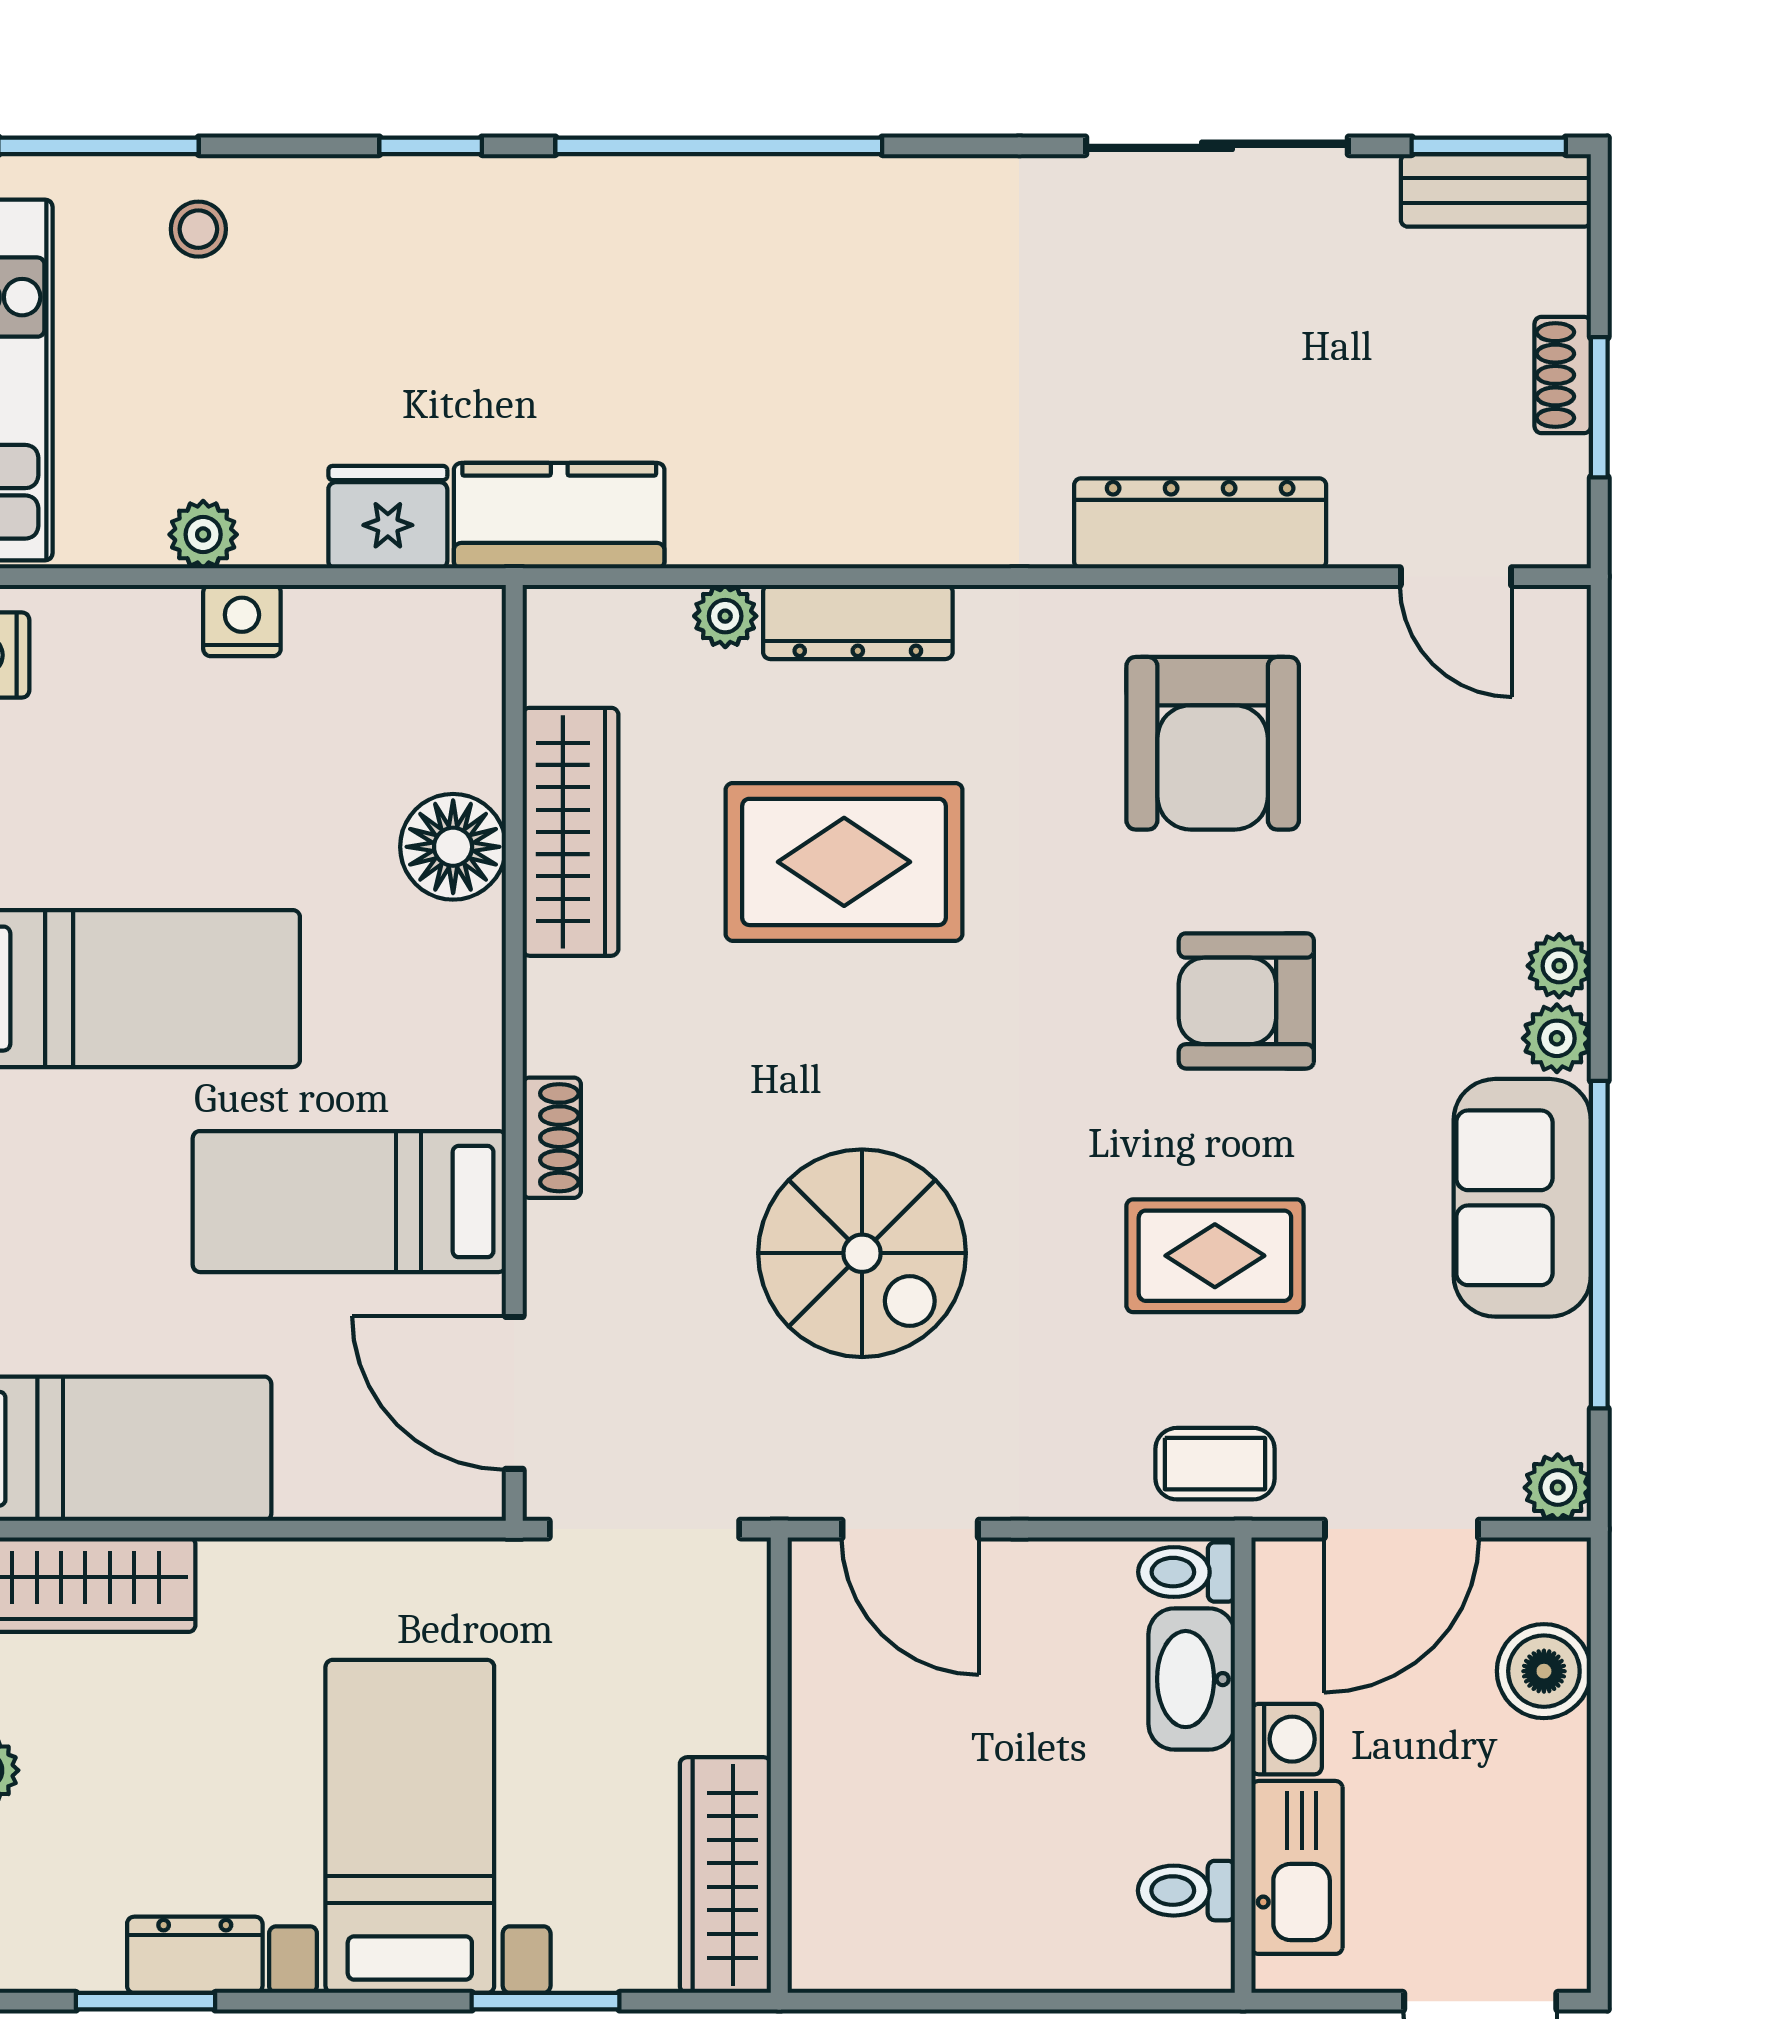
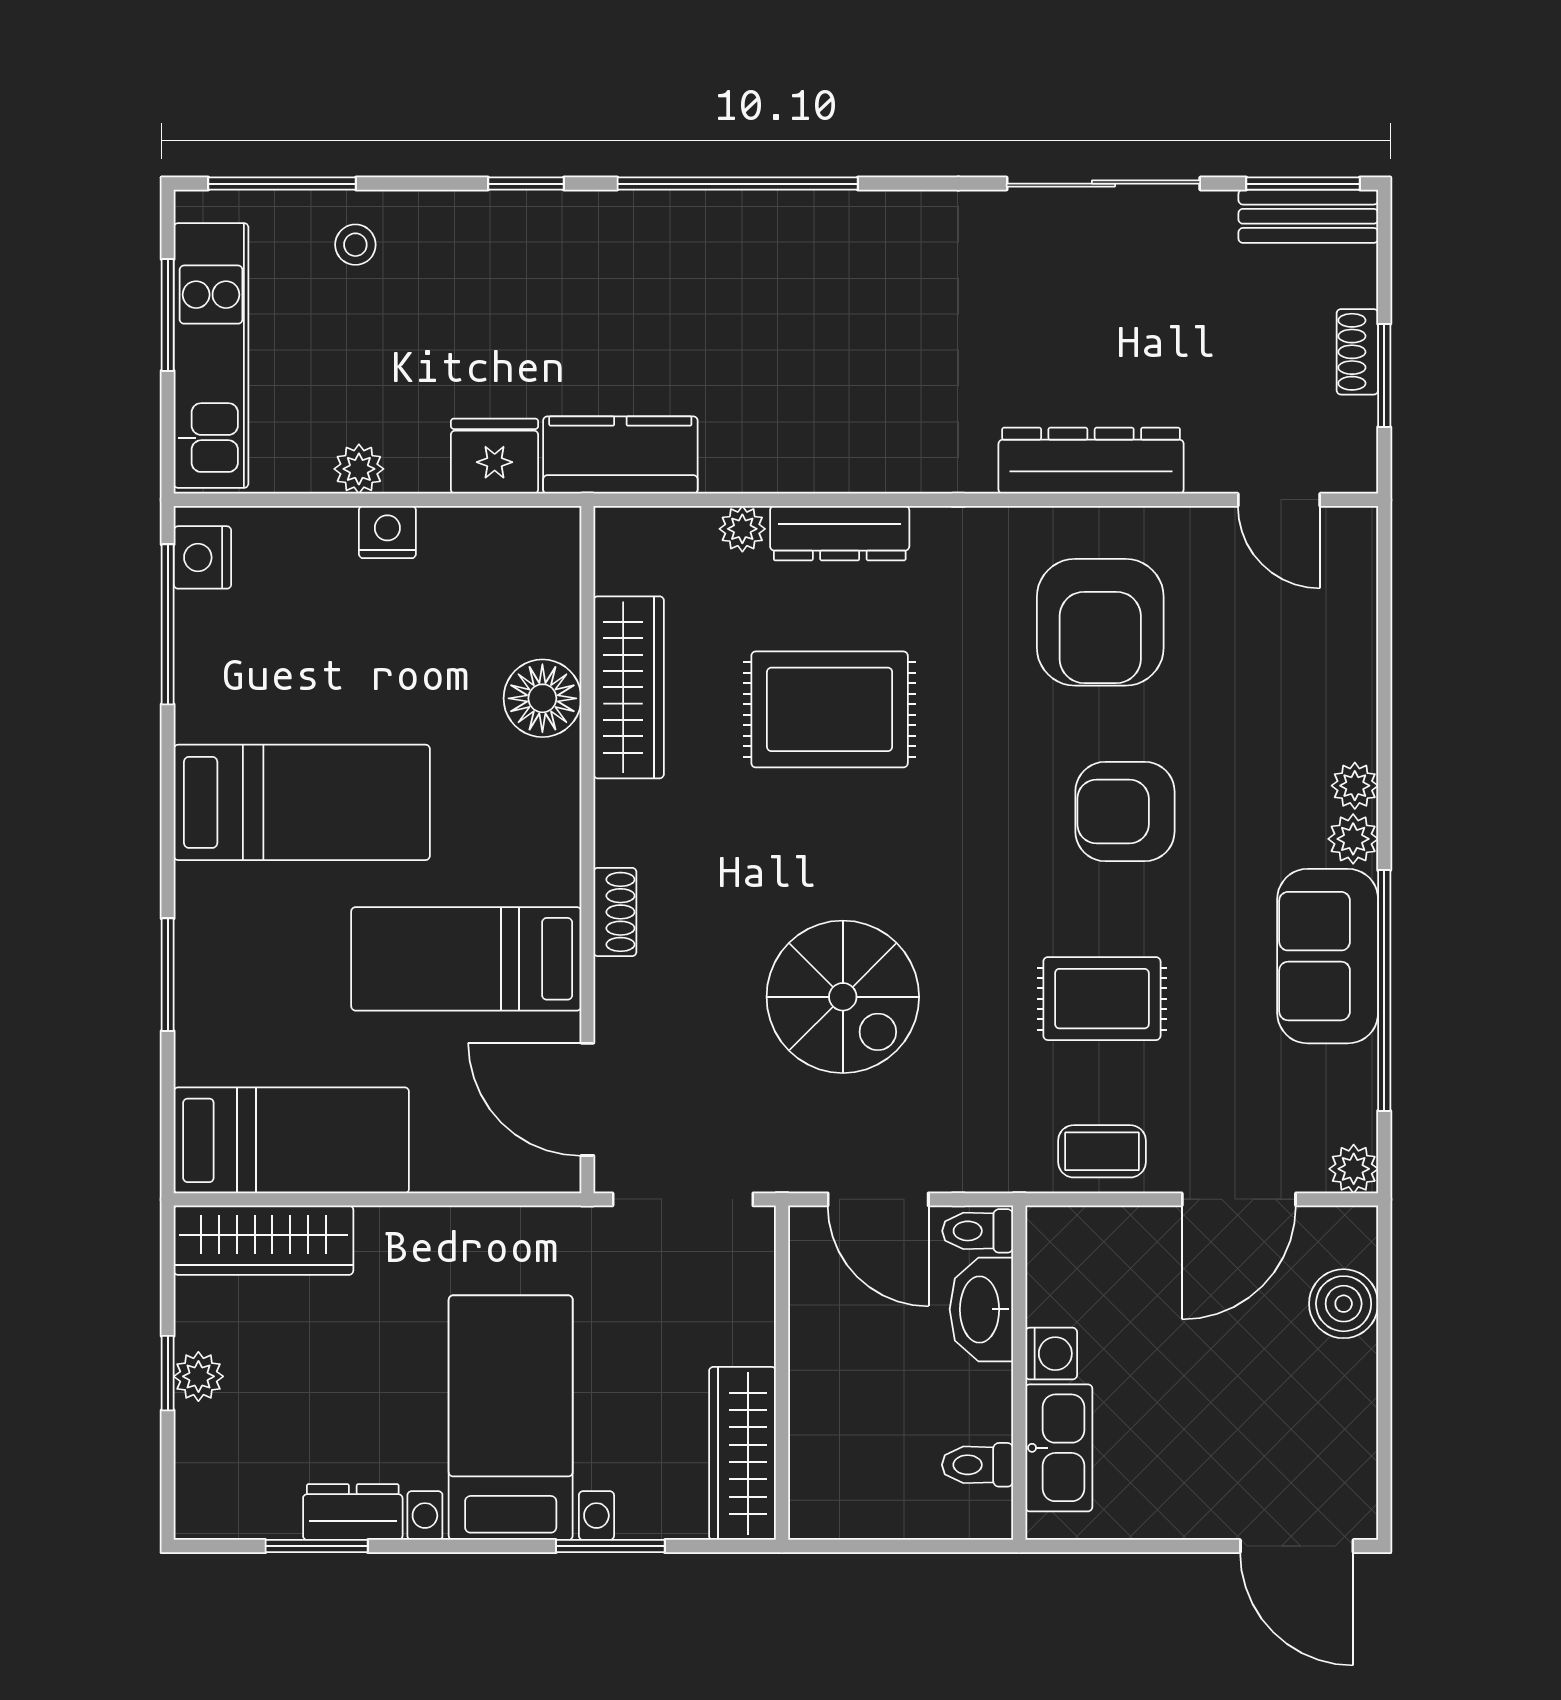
toilet: (1186, 1572) -> (978, 1231), moved
washbasin: (1192, 1679) -> (981, 1309), moved
washing machine: (1287, 1739) -> (1051, 1354), moved
wall: (1243, 1765) -> (1019, 1373), moved
kitchen sink: (1297, 1867) -> (1059, 1448), moved
toilet: (1186, 1891) -> (978, 1465), moved

